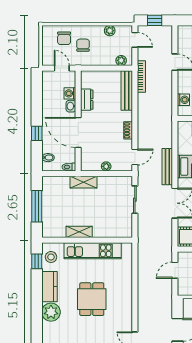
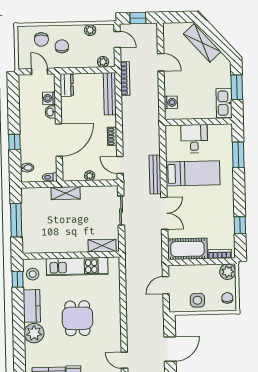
dresser: (87, 100) -> (67, 85), moved
door: (78, 132) -> (59, 140), swing flipped
door: (135, 157) -> (120, 165), swing flipped
shelving: (79, 232) -> (102, 246), moved

